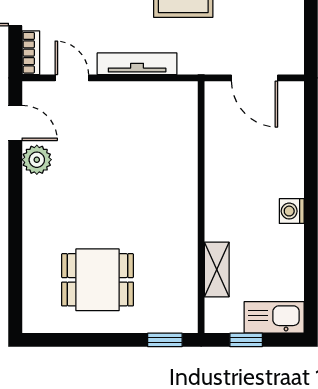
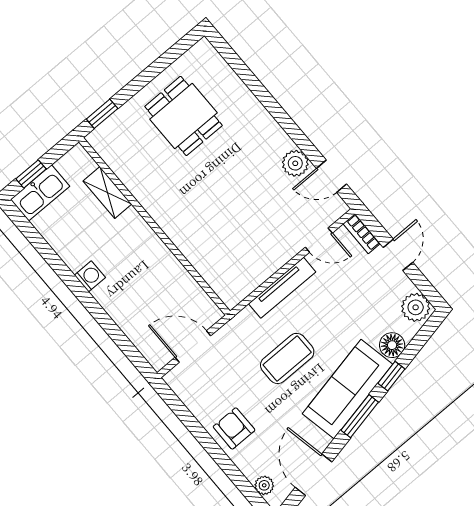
dining table: (98, 280) -> (184, 116), turned 90
window: (246, 340) -> (31, 174), moved

